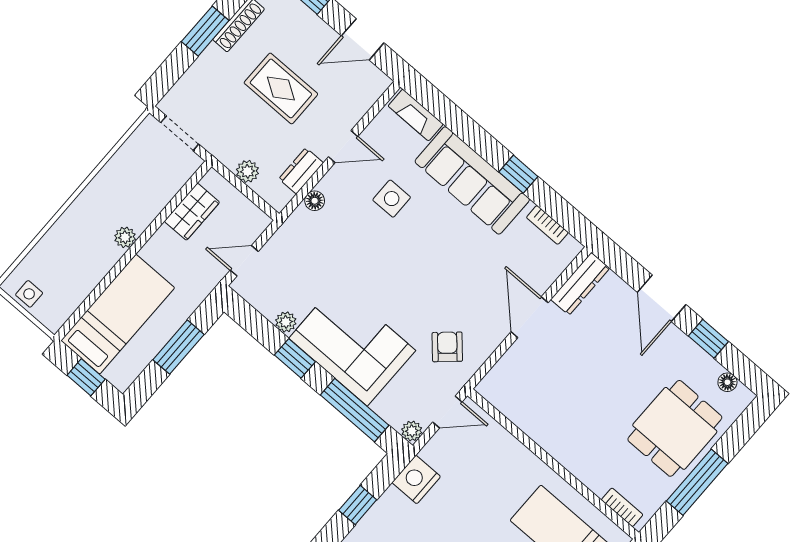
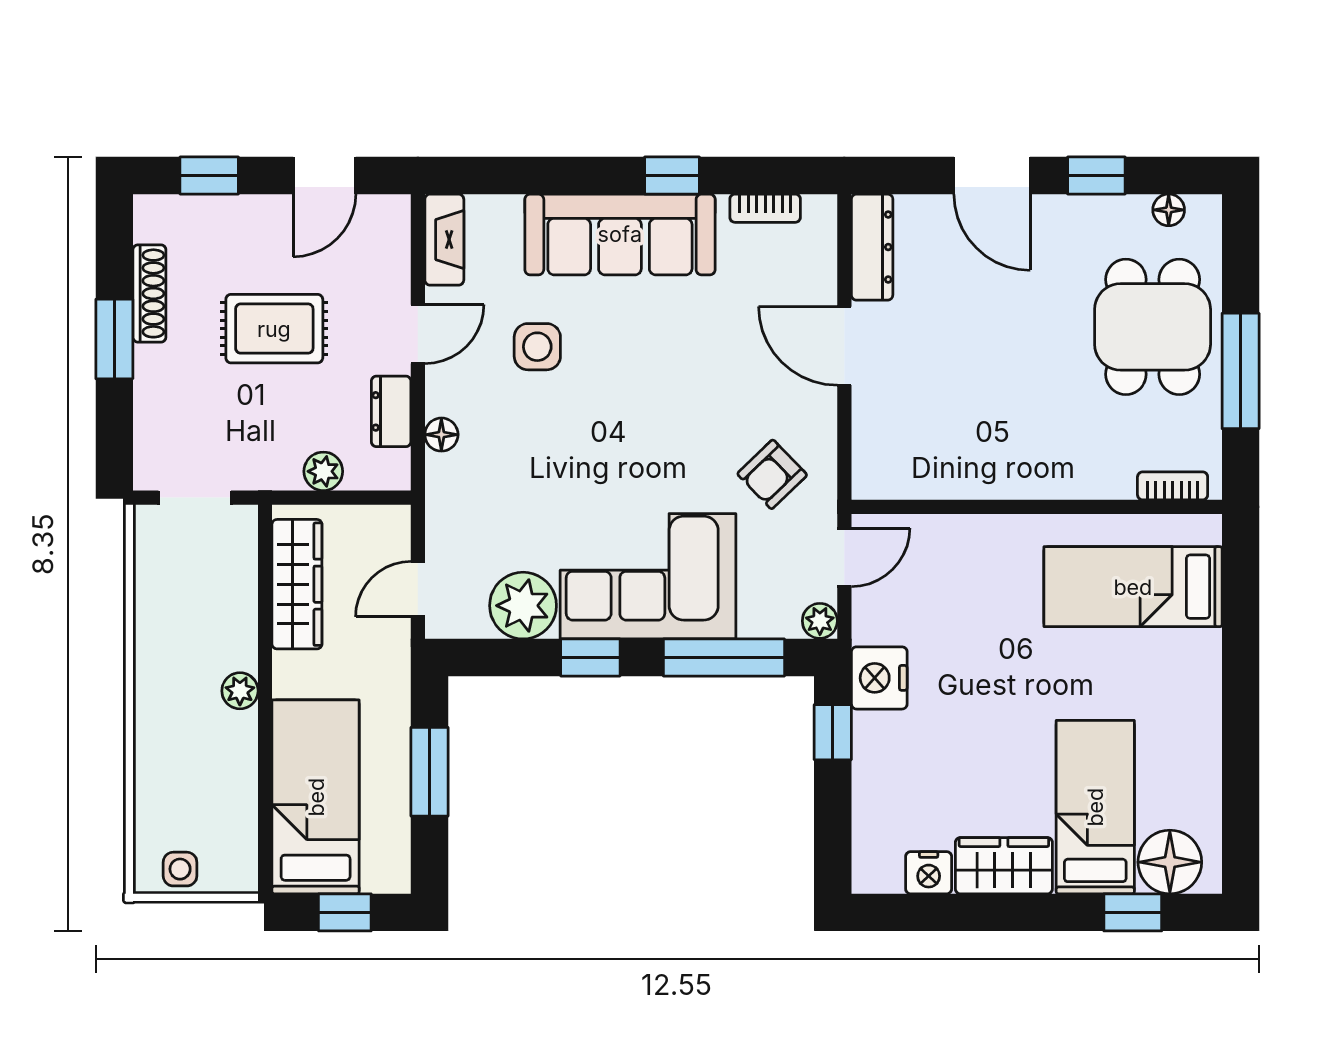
fireplace: (416, 115) -> (444, 240), moved, turned -90
wardrobe: (192, 212) -> (297, 584), width x1.50
plant: (286, 322) -> (523, 606), width x1.87, depth x1.87
armchair: (447, 347) -> (772, 474), turned -92
window: (358, 505) -> (833, 732), moved

